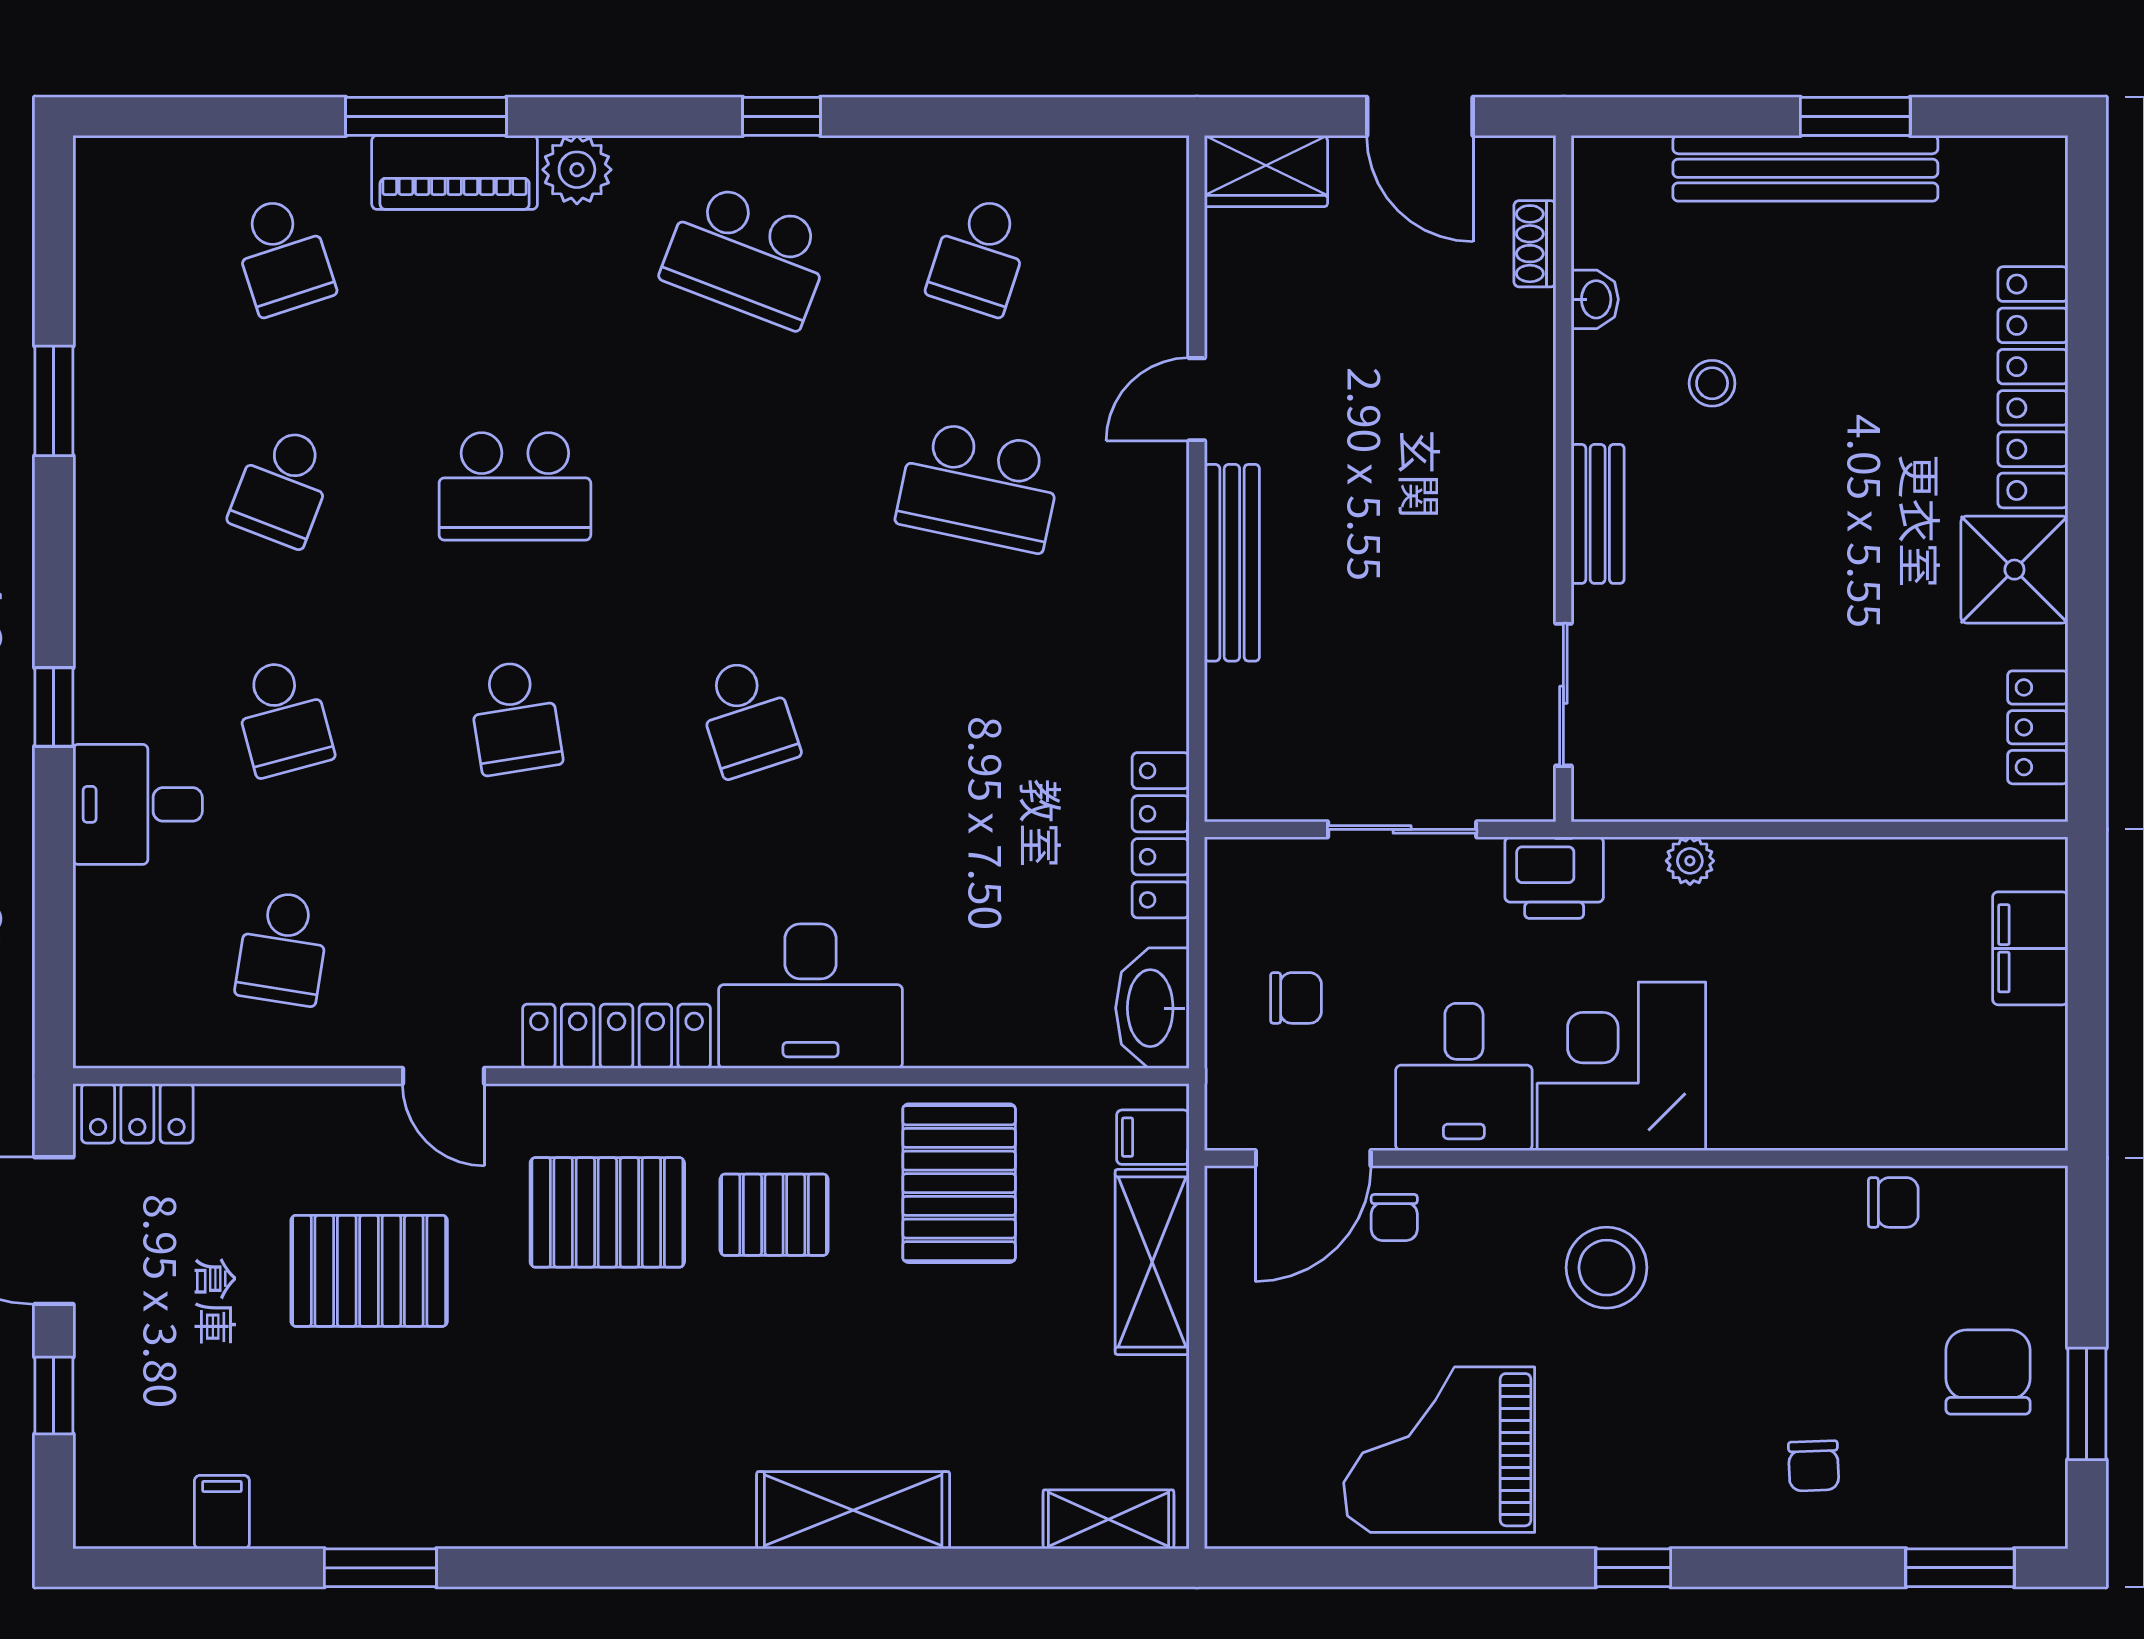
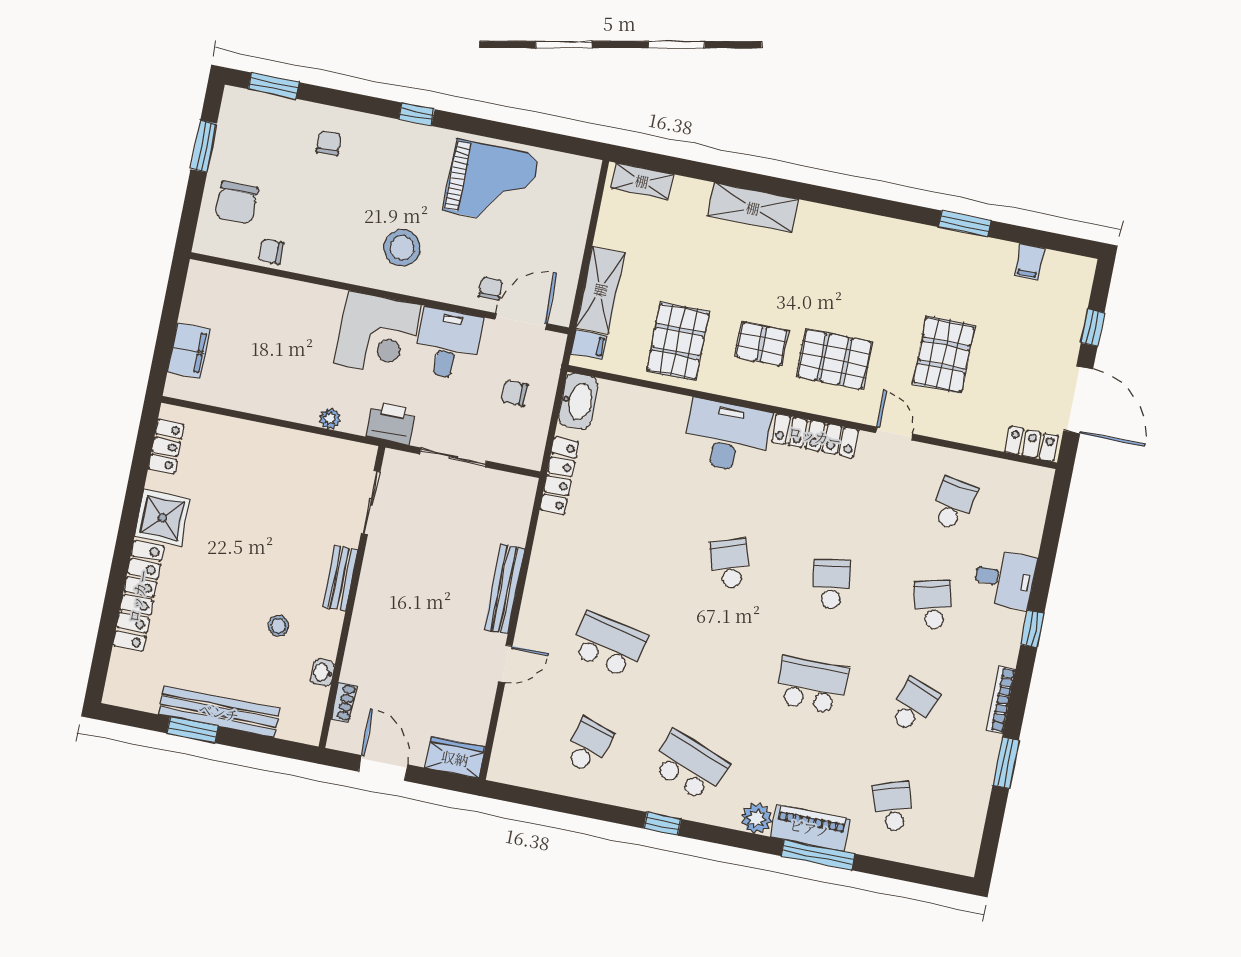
bookcase: (92, 538) -> (1001, 700), added
pallet: (369, 1271) -> (944, 355), turned 90
chair: (1988, 1372) -> (237, 203), moved

